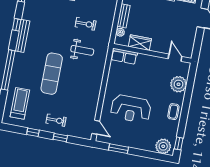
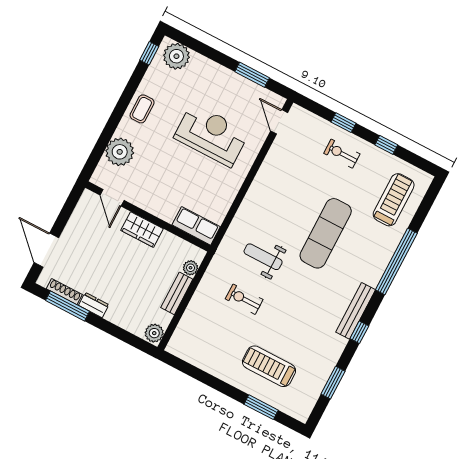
wardrobe: (140, 43) -> (142, 230), moved
treadmill: (20, 103) -> (394, 200), turned 180

